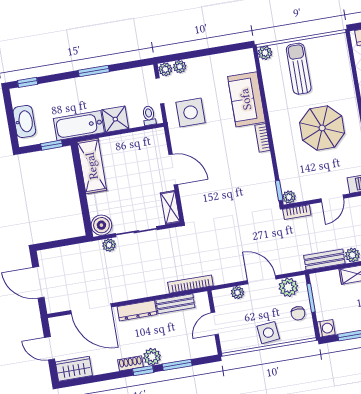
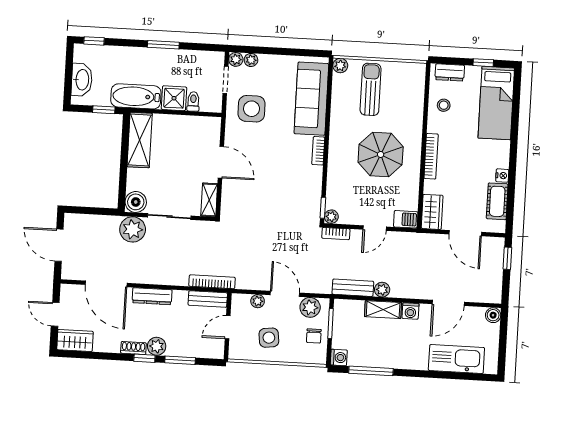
sofa: (246, 99) -> (311, 99), width x1.36
toilet: (149, 116) -> (193, 101), moved
plant: (109, 245) -> (133, 229), width x1.88, depth x1.88
bench: (175, 304) -> (208, 299), moved
side table: (268, 333) -> (269, 338), moved

